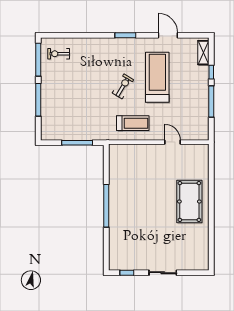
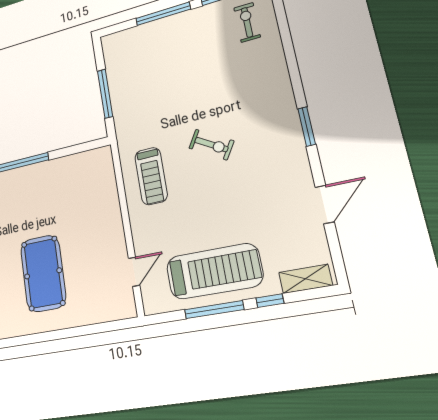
treadmill: (157, 77) -> (214, 271), moved
door: (172, 142) -> (134, 272), moved
pool table: (189, 202) -> (43, 273), moved, turned 90

